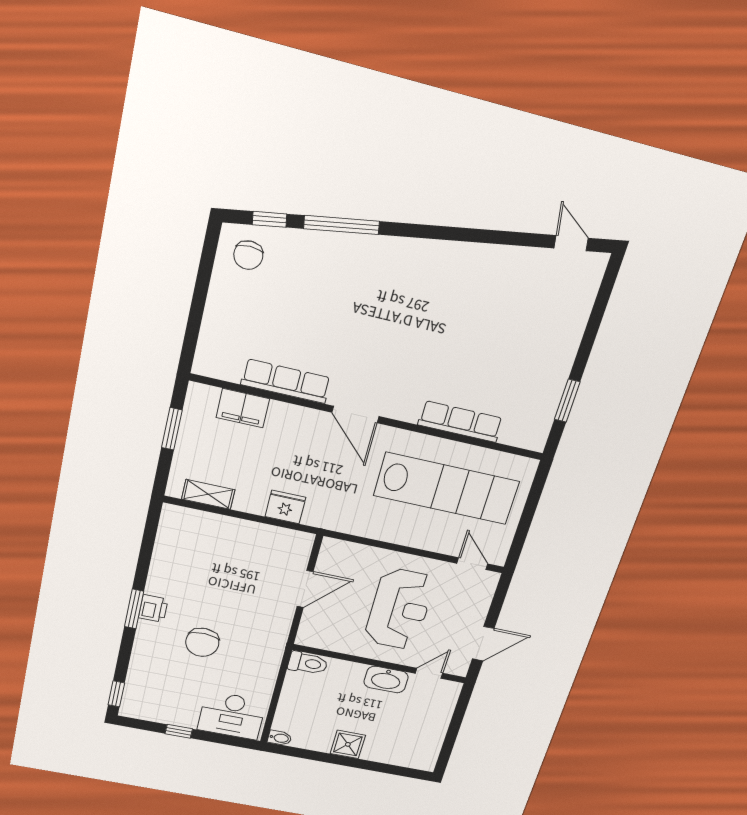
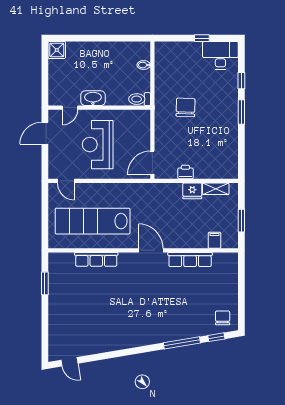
filing cabinet: (243, 408) -> (214, 240), width x0.50
fridge: (285, 507) -> (192, 191), moved
door: (305, 589) -> (152, 163), moved
printer: (153, 609) -> (185, 172), moved, turned 90
chair: (202, 642) -> (186, 107), moved
window: (116, 694) -> (241, 81), moved
desk: (232, 715) -> (220, 55), moved
bidet: (280, 738) -> (144, 65), moved
shower: (348, 744) -> (57, 50), moved

